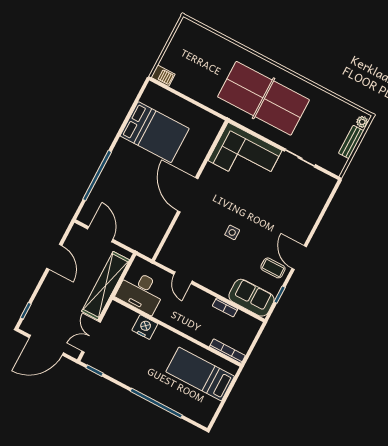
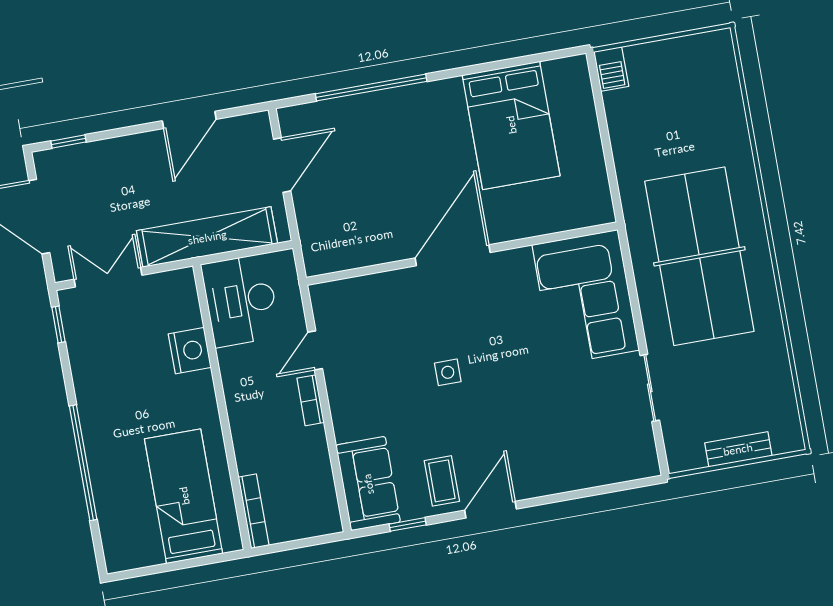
plant: (362, 122) -> (784, 442), removed
bookcase: (225, 307) -> (311, 400), moved

